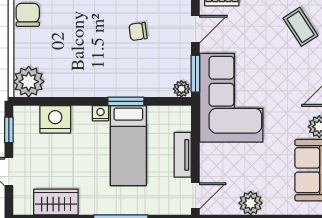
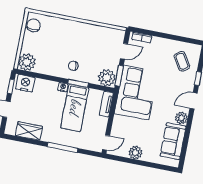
chair: (138, 31) -> (73, 66), moved
plant: (181, 89) -> (107, 78), width x1.87, depth x1.87
nightstand: (55, 119) -> (25, 83), moved
tv unit: (183, 155) -> (106, 104), moved

